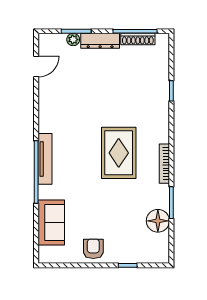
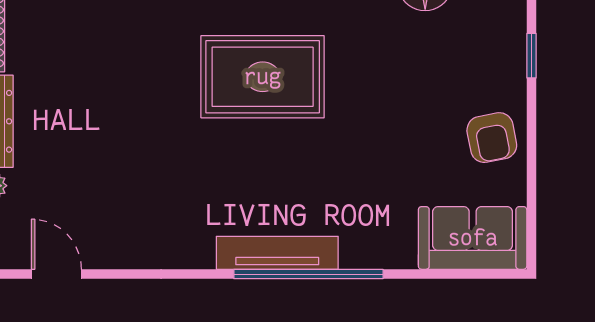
sofa: (51, 223) -> (473, 238), moved
armchair: (93, 249) -> (492, 138), turned -101

